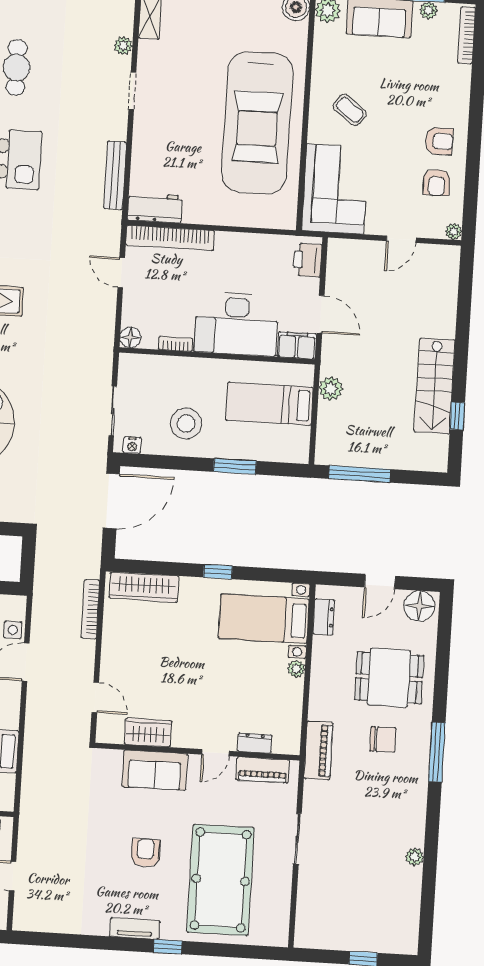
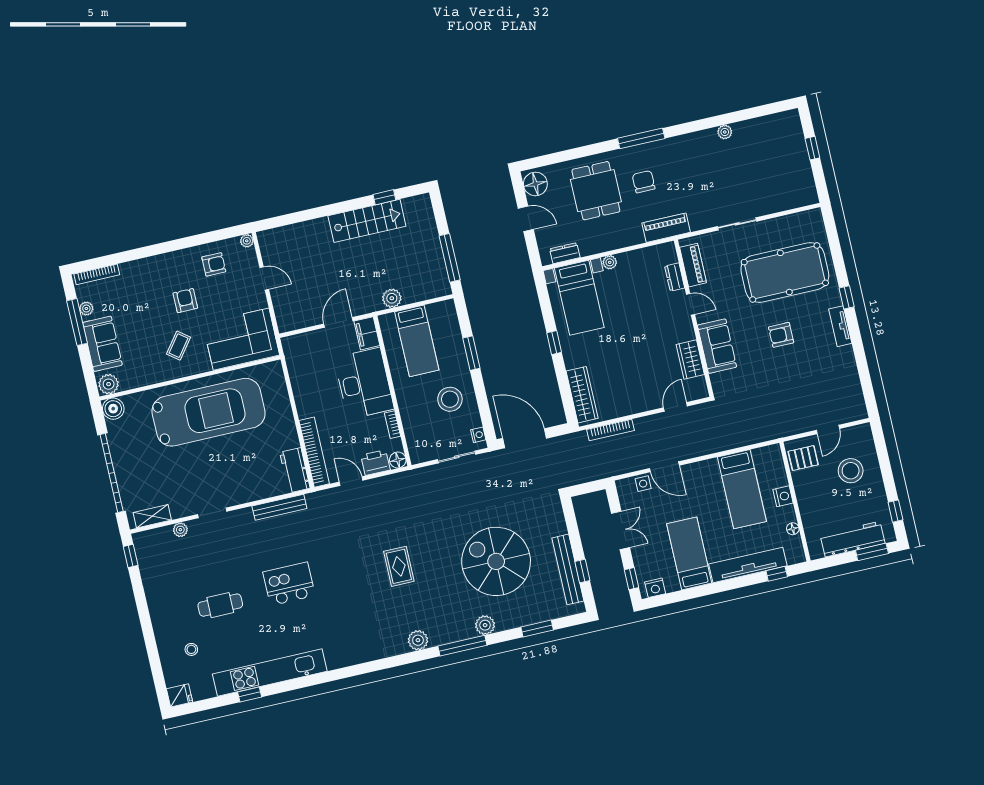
armchair: (439, 141) -> (185, 301), moved
printer: (308, 260) -> (375, 463), moved, turned 180
door: (121, 273) -> (351, 481), swing flipped

